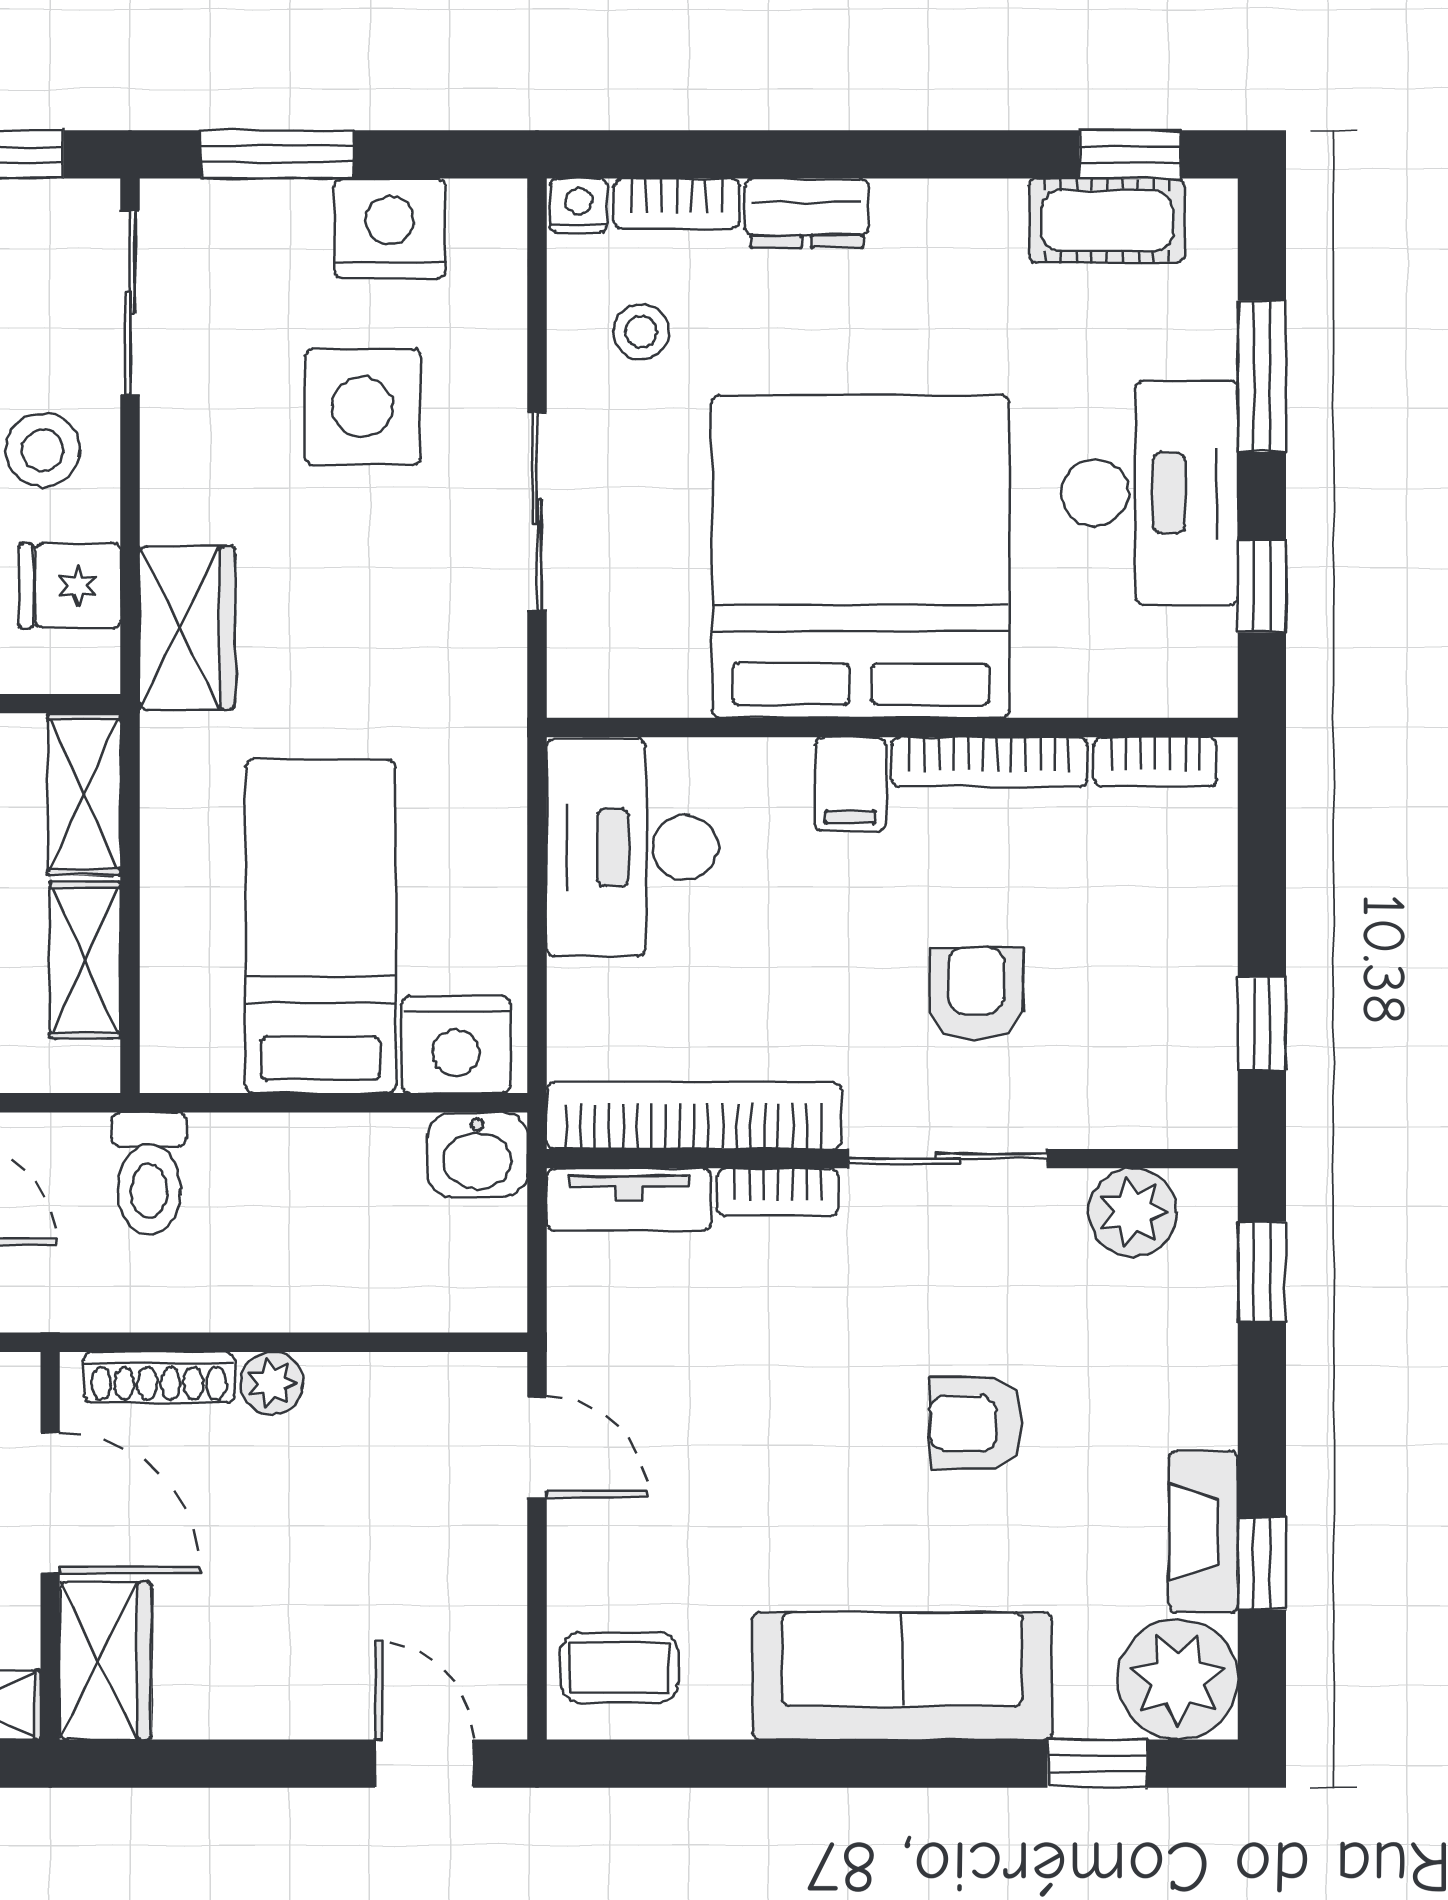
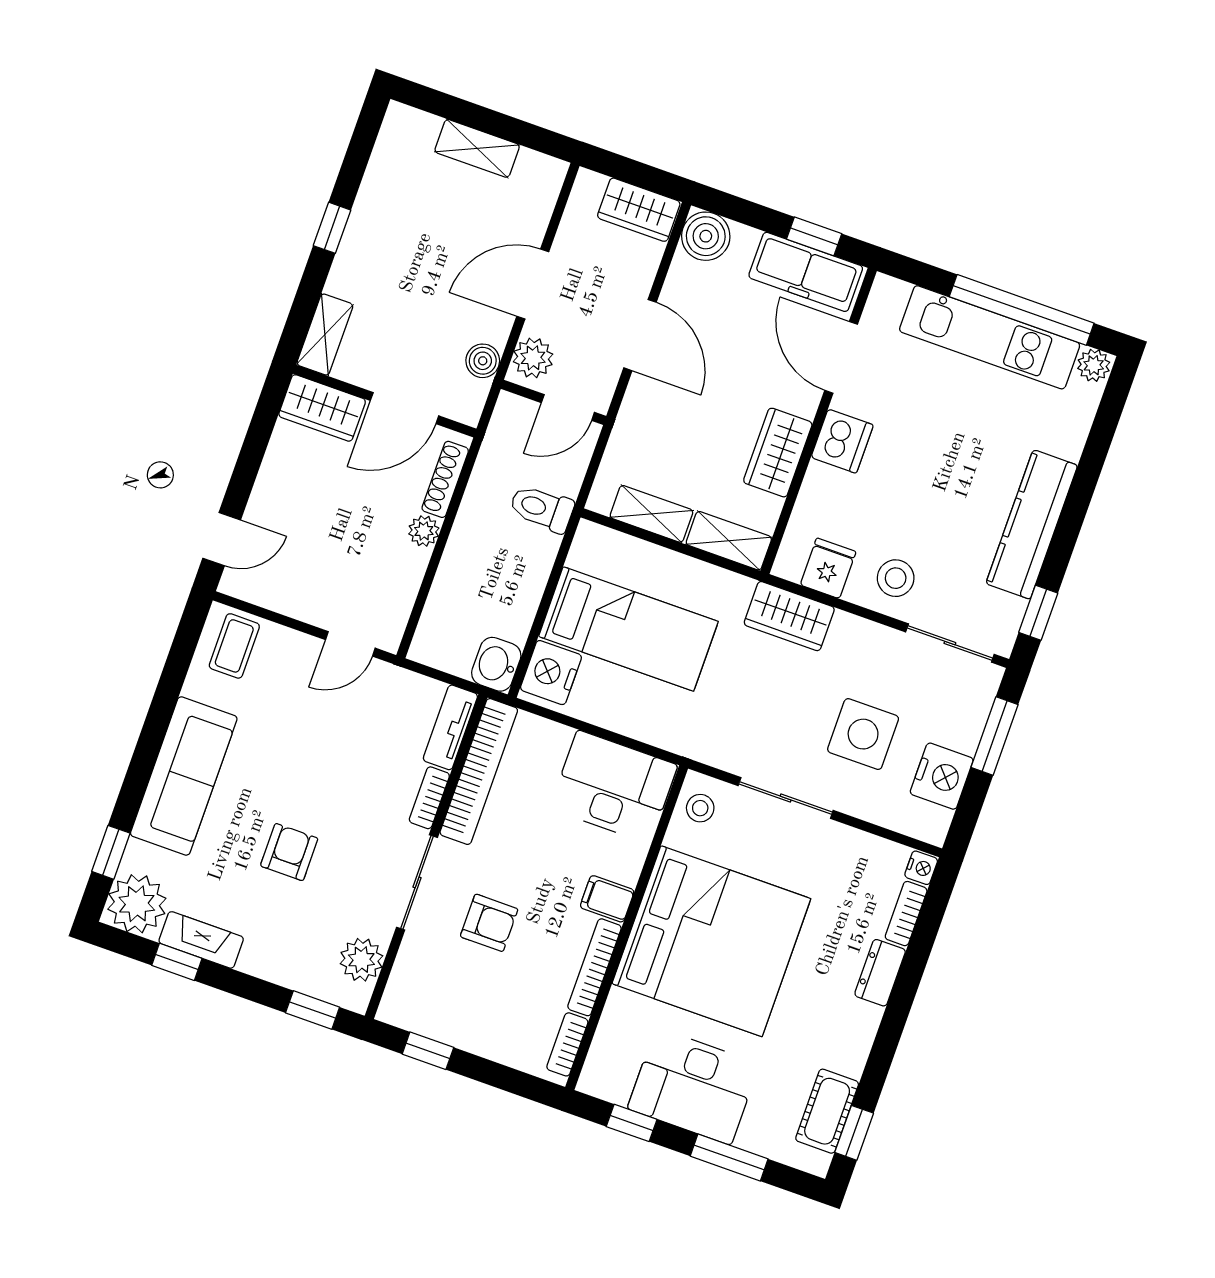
stool: (641, 332) -> (700, 808), moved

